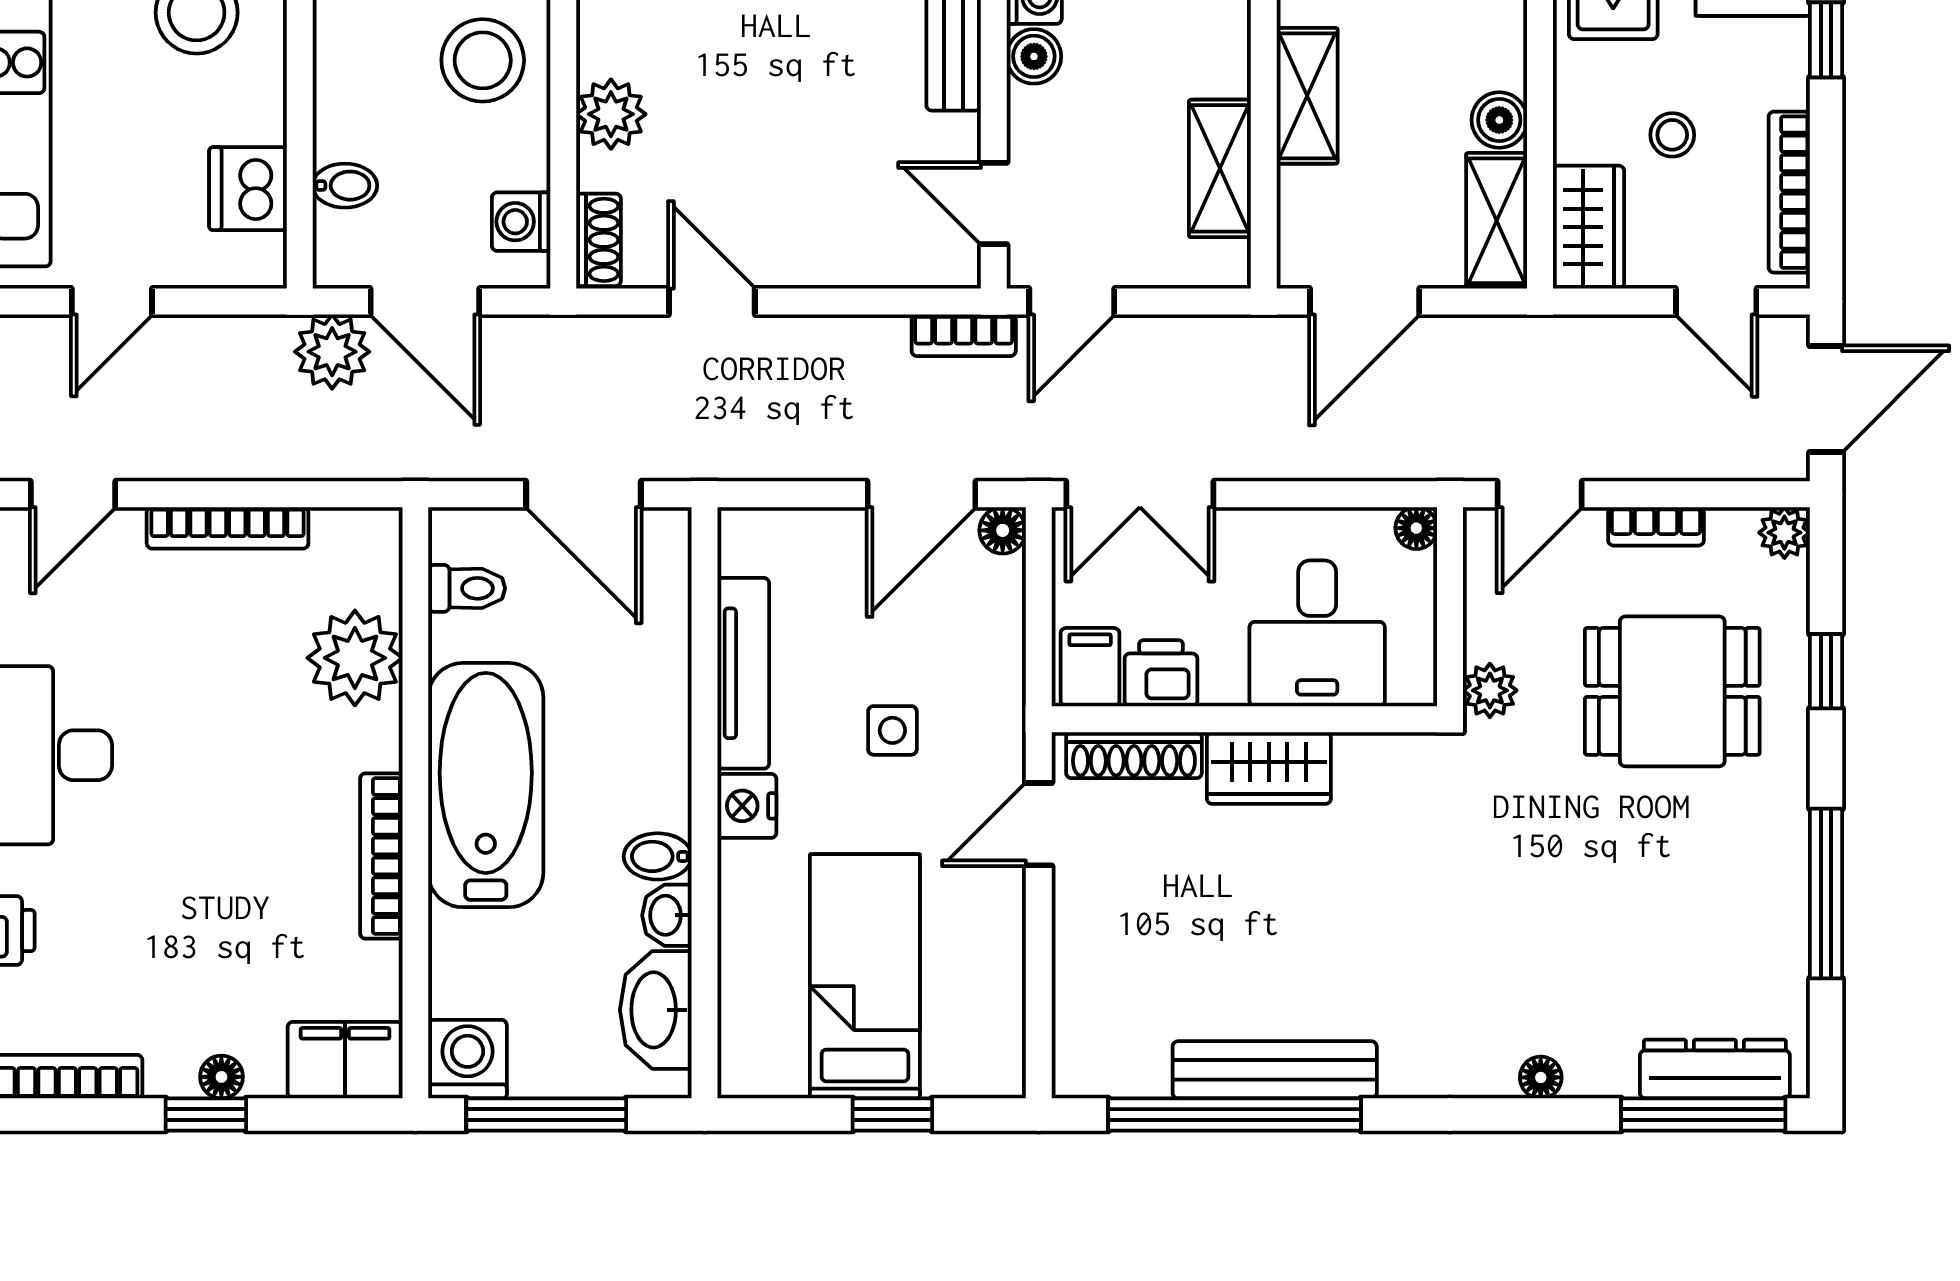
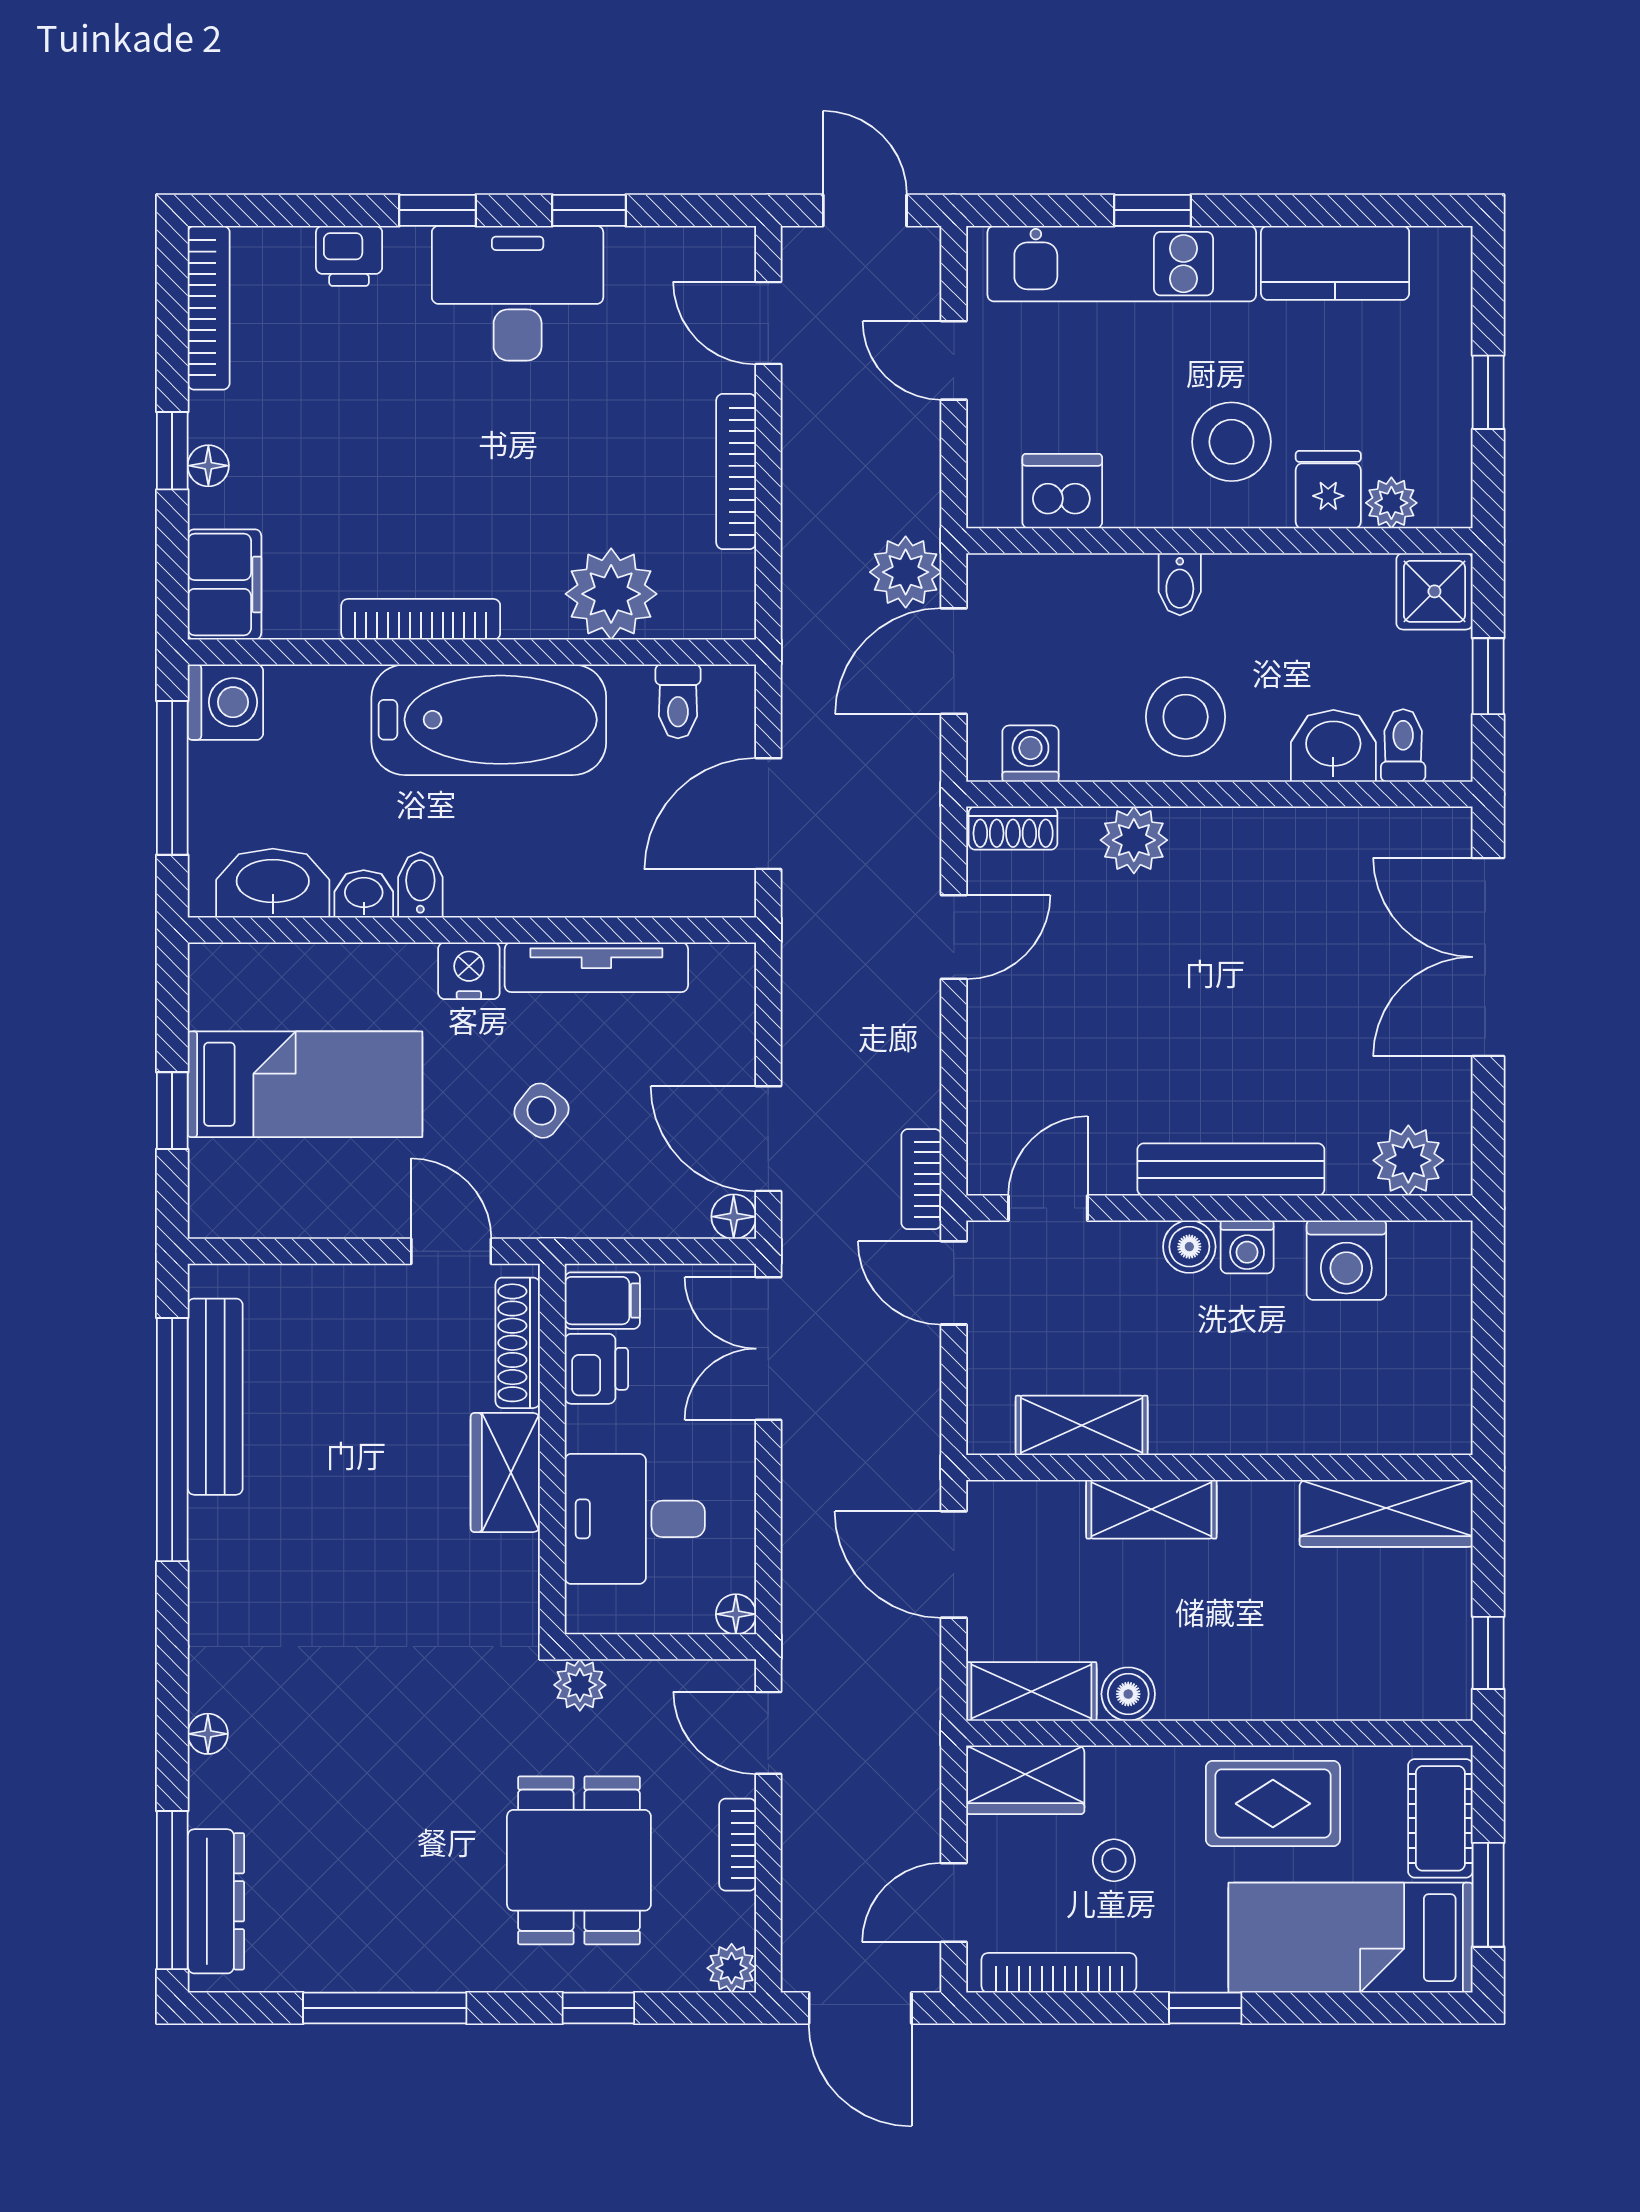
bidet: (345, 186) -> (1180, 584), moved
side table: (892, 730) -> (541, 1111), turned 38
bench: (1275, 1070) -> (215, 1397), moved

